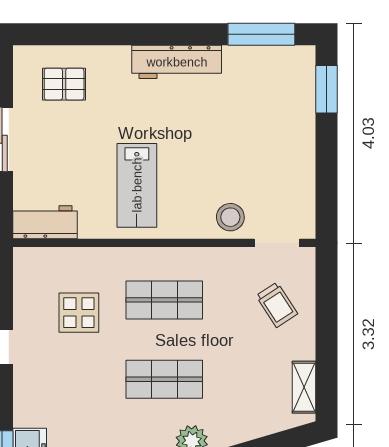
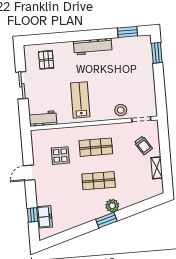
window: (261, 34) -> (127, 32), width x0.69
pallet: (64, 84) -> (46, 60), turned 90
lab bench: (137, 185) -> (80, 100), turned 180
shelving: (304, 387) -> (157, 168), moved

